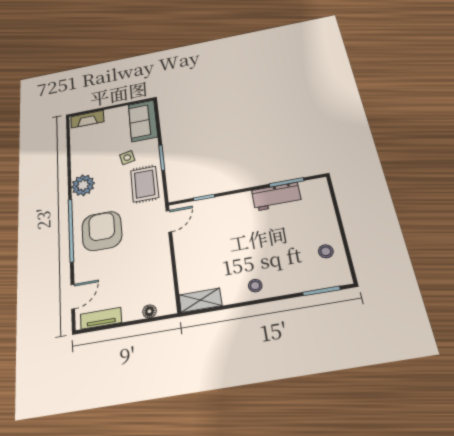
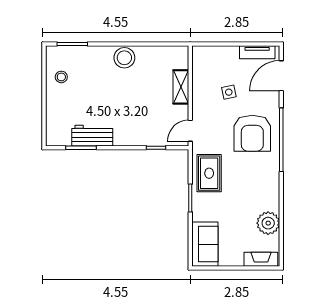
side table: (127, 158) -> (229, 92), moved
plant: (83, 185) -> (268, 223), moved
stool: (255, 286) -> (124, 58), width x1.89, depth x1.89
door: (73, 297) -> (281, 76), width x1.38
shelving: (200, 300) -> (181, 87), moved, turned 90
floor lamp: (149, 311) -> (215, 51), removed

